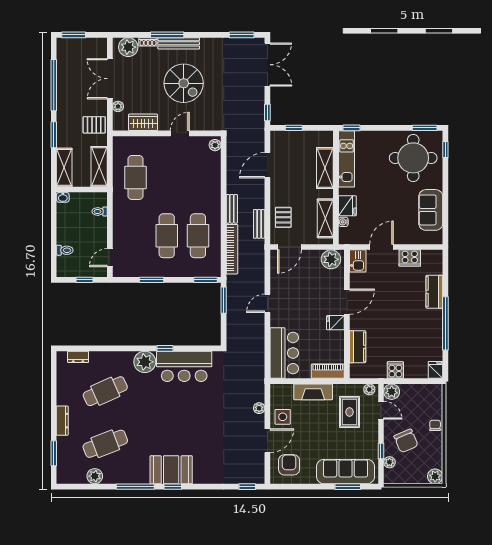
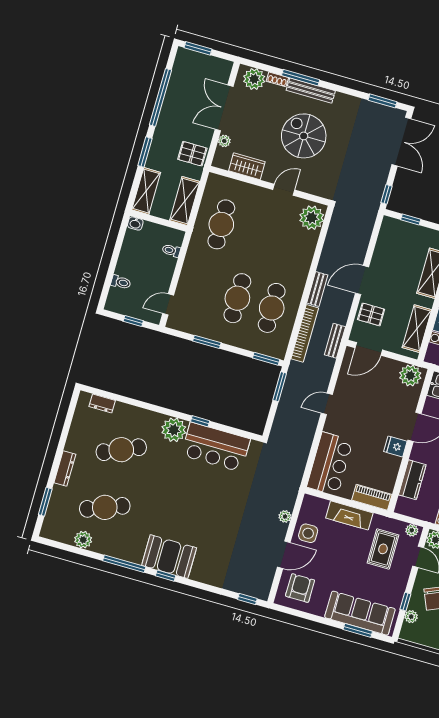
spiral stairs: (184, 83) -> (304, 136), turned 180
plant: (215, 145) -> (312, 218), width x1.87, depth x1.87
door: (267, 165) -> (362, 280), moved
pallet: (283, 217) -> (371, 314), turned 90
bench: (259, 224) -> (335, 341), moved

